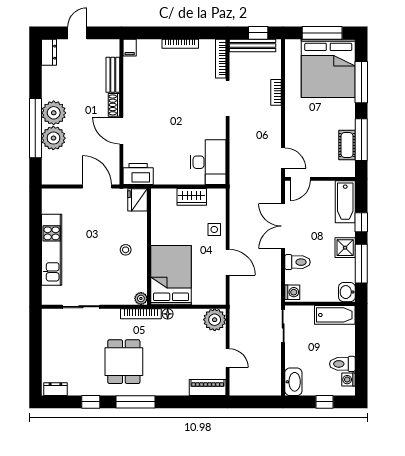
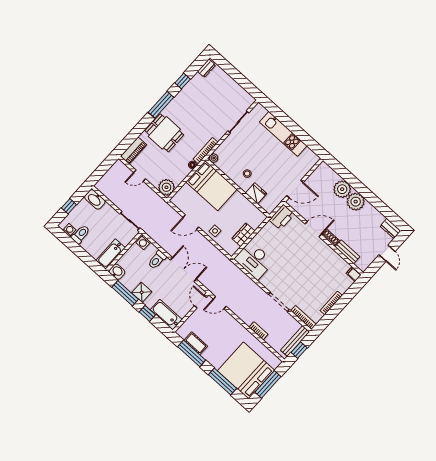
window: (35, 128) -> (356, 184), removed
fridge: (138, 200) -> (256, 193), moved
dining table: (124, 362) -> (164, 133), moved

